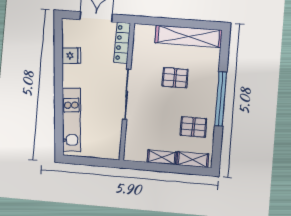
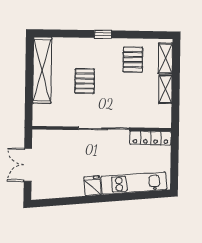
locker: (122, 43) -> (151, 138), moved
fridge: (71, 56) -> (93, 186), moved
window: (221, 99) -> (103, 34), width x0.32

